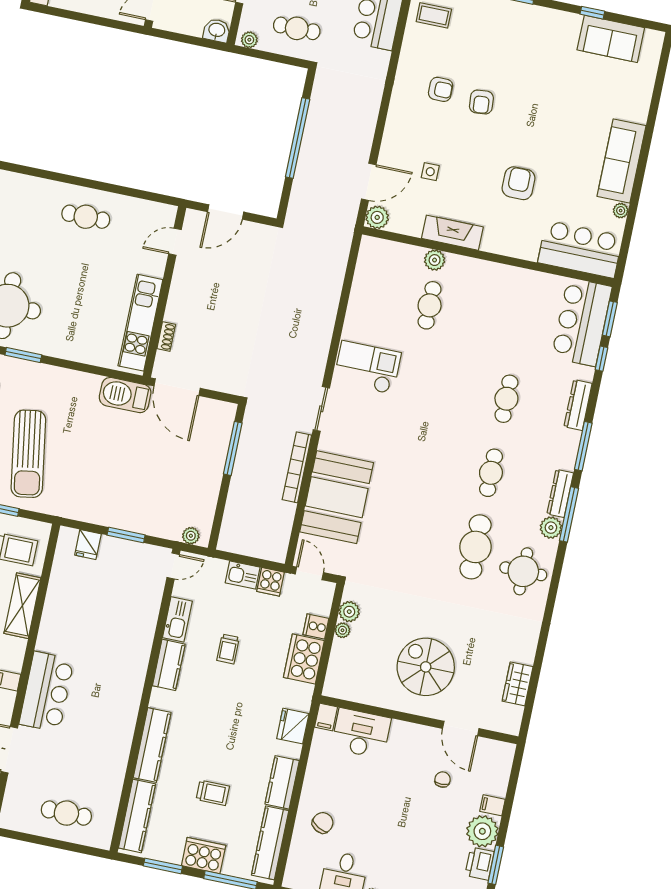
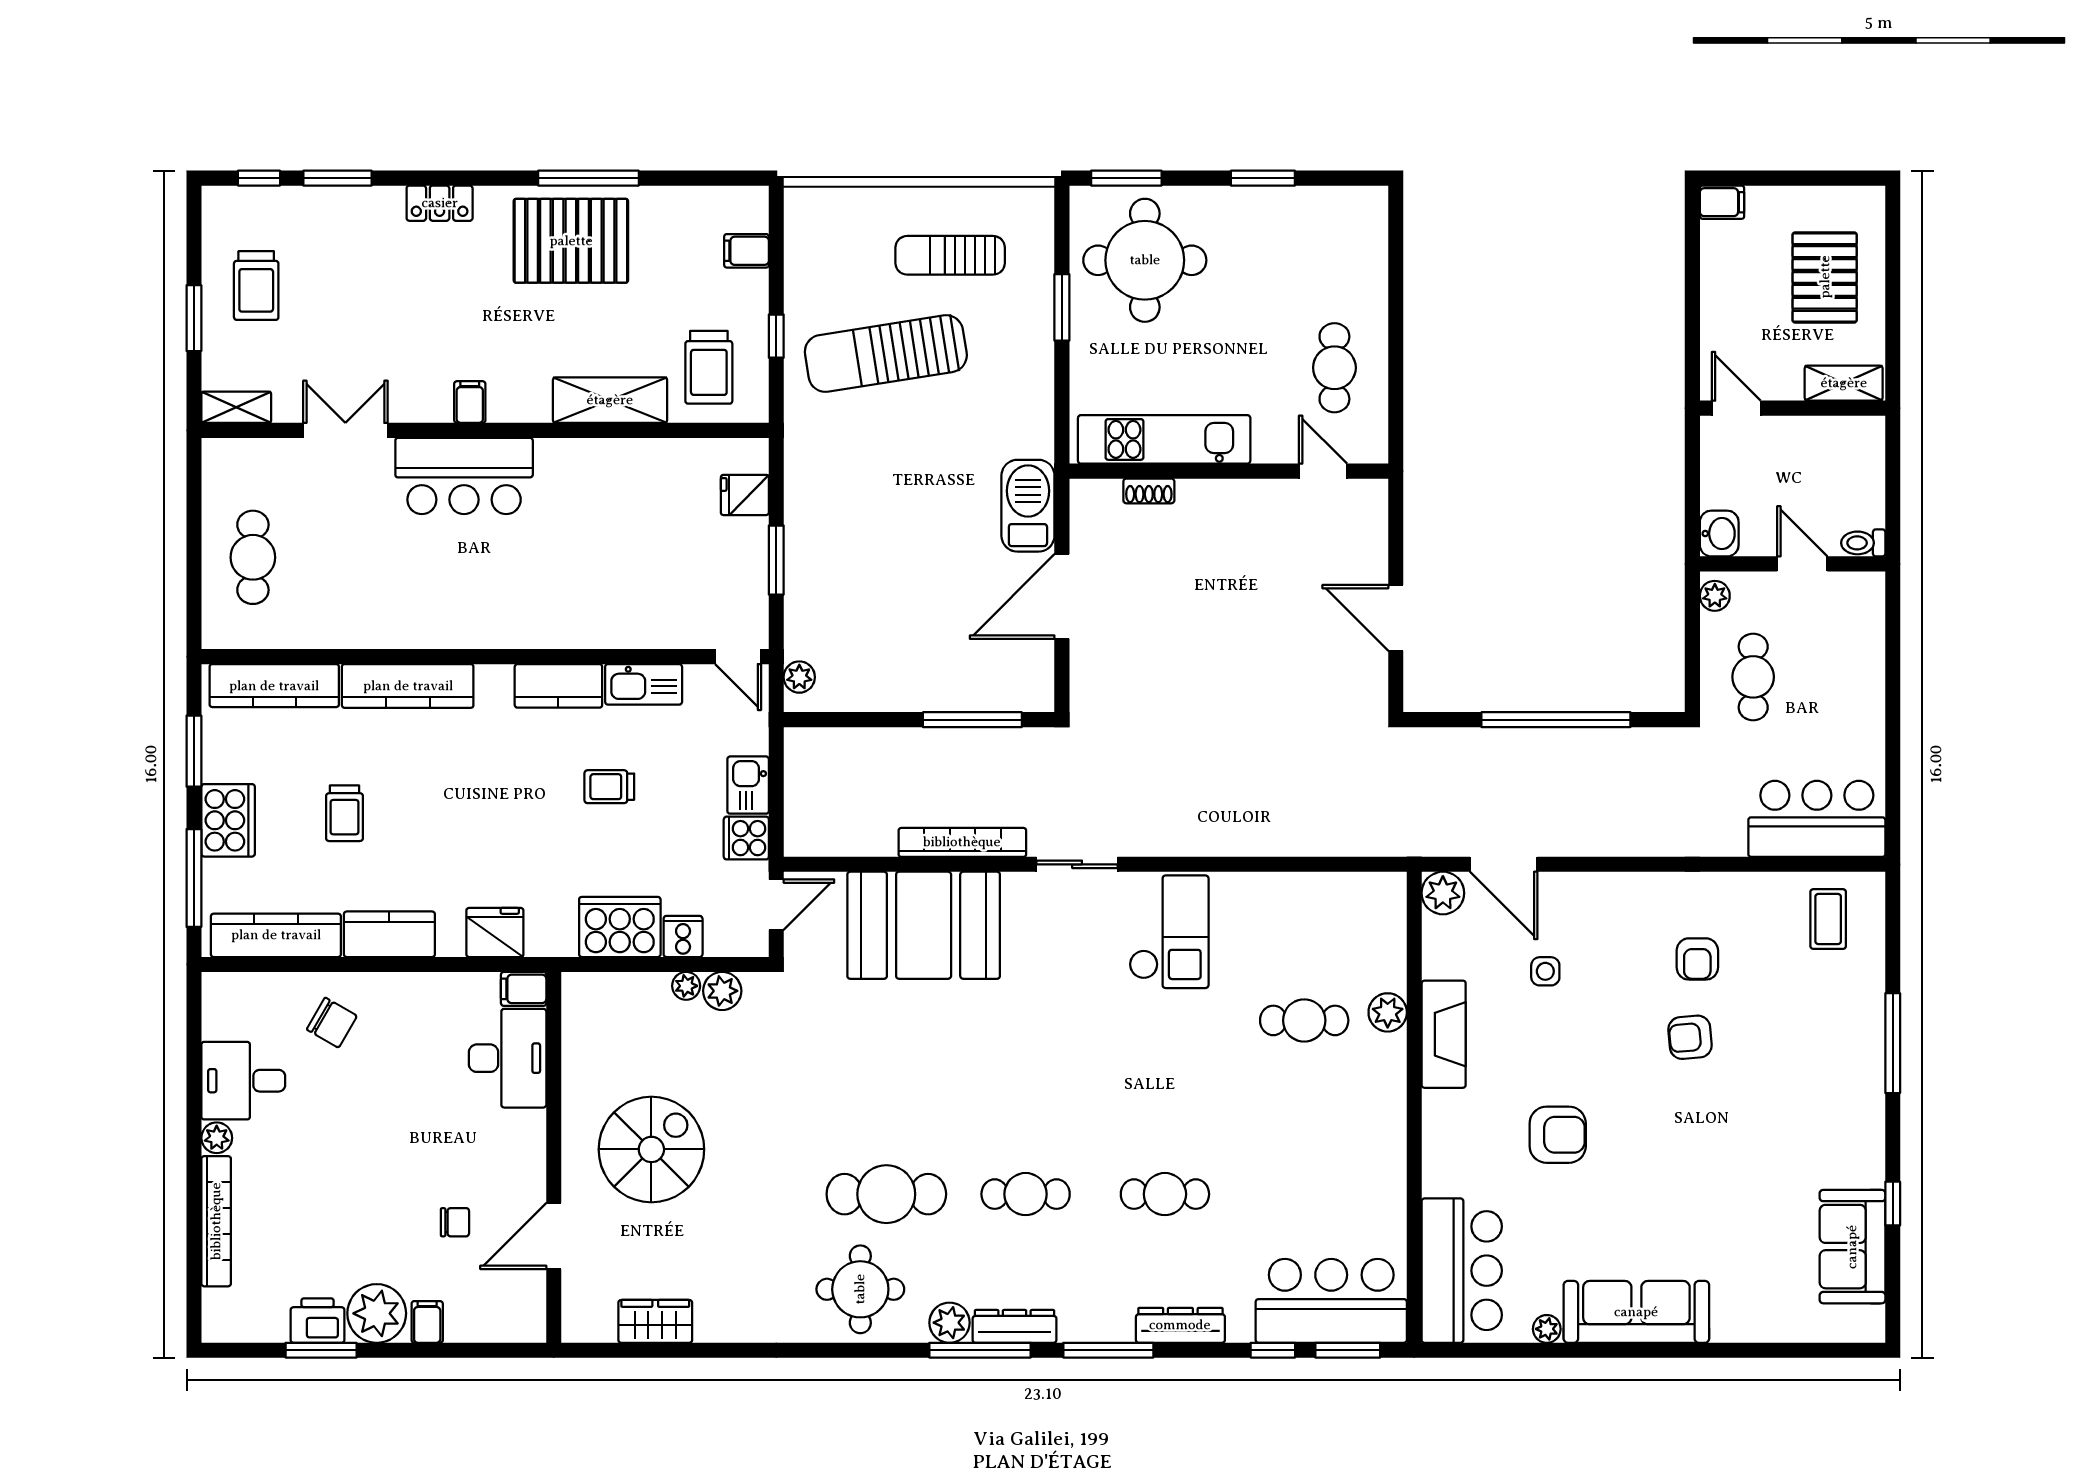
door: (175, 242) -> (1323, 471), moved
wall: (165, 292) -> (1229, 471), moved
kitchen unit: (140, 323) -> (1164, 439), moved
shoe rack: (166, 337) -> (1149, 491), moved

